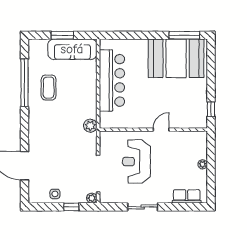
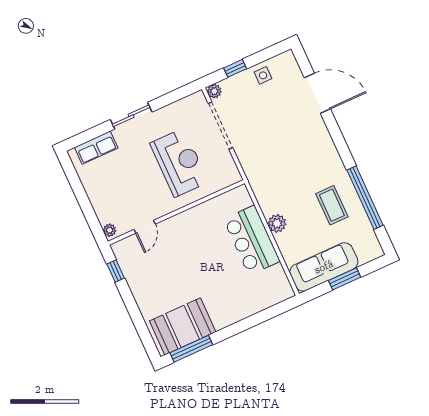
booth: (176, 58) -> (183, 326), width x0.73, depth x0.70
bar counter: (112, 80) -> (252, 240), width x0.73
plant: (90, 126) -> (277, 223), moved
door: (161, 130) -> (145, 227), moved
plant: (203, 164) -> (110, 230), moved
sliding door: (143, 207) -> (131, 116), moved

